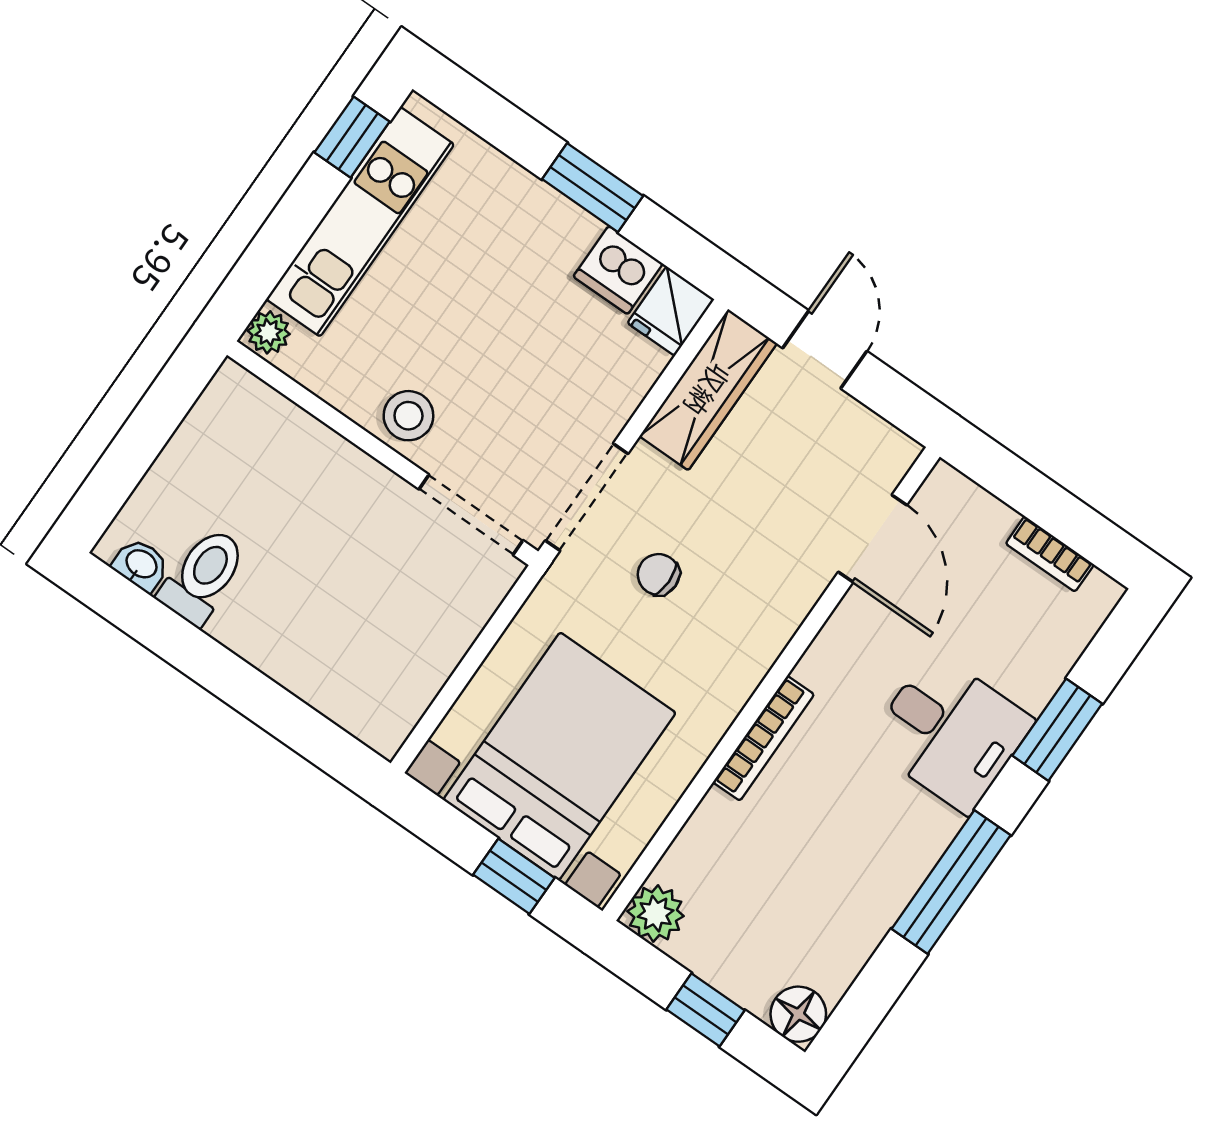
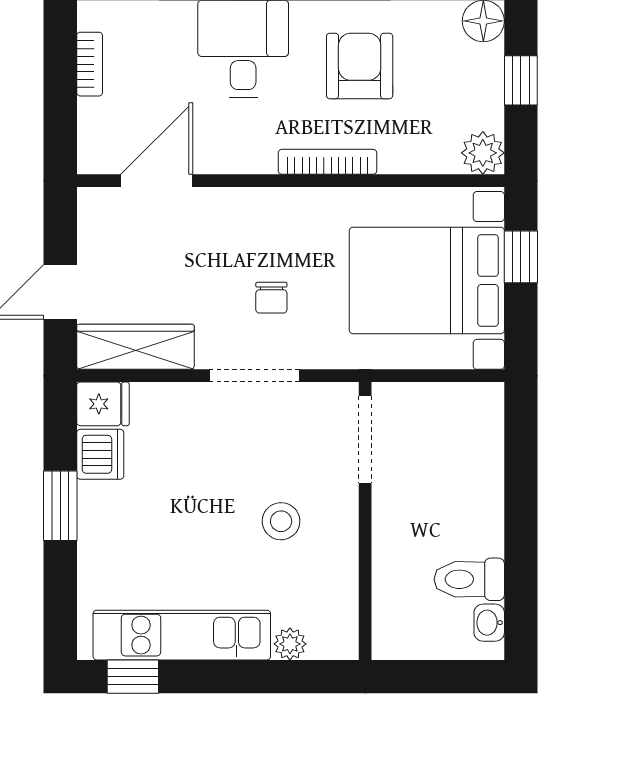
wall: (383, 453) -> (365, 521), moved
doorway: (471, 515) -> (365, 440), moved
armchair: (843, 846) -> (360, 66), added

